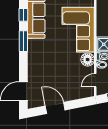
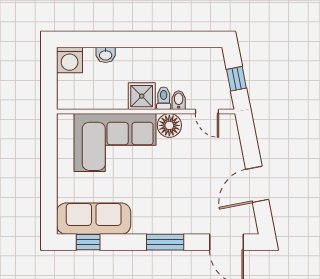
window: (23, 41) -> (165, 242), moved

